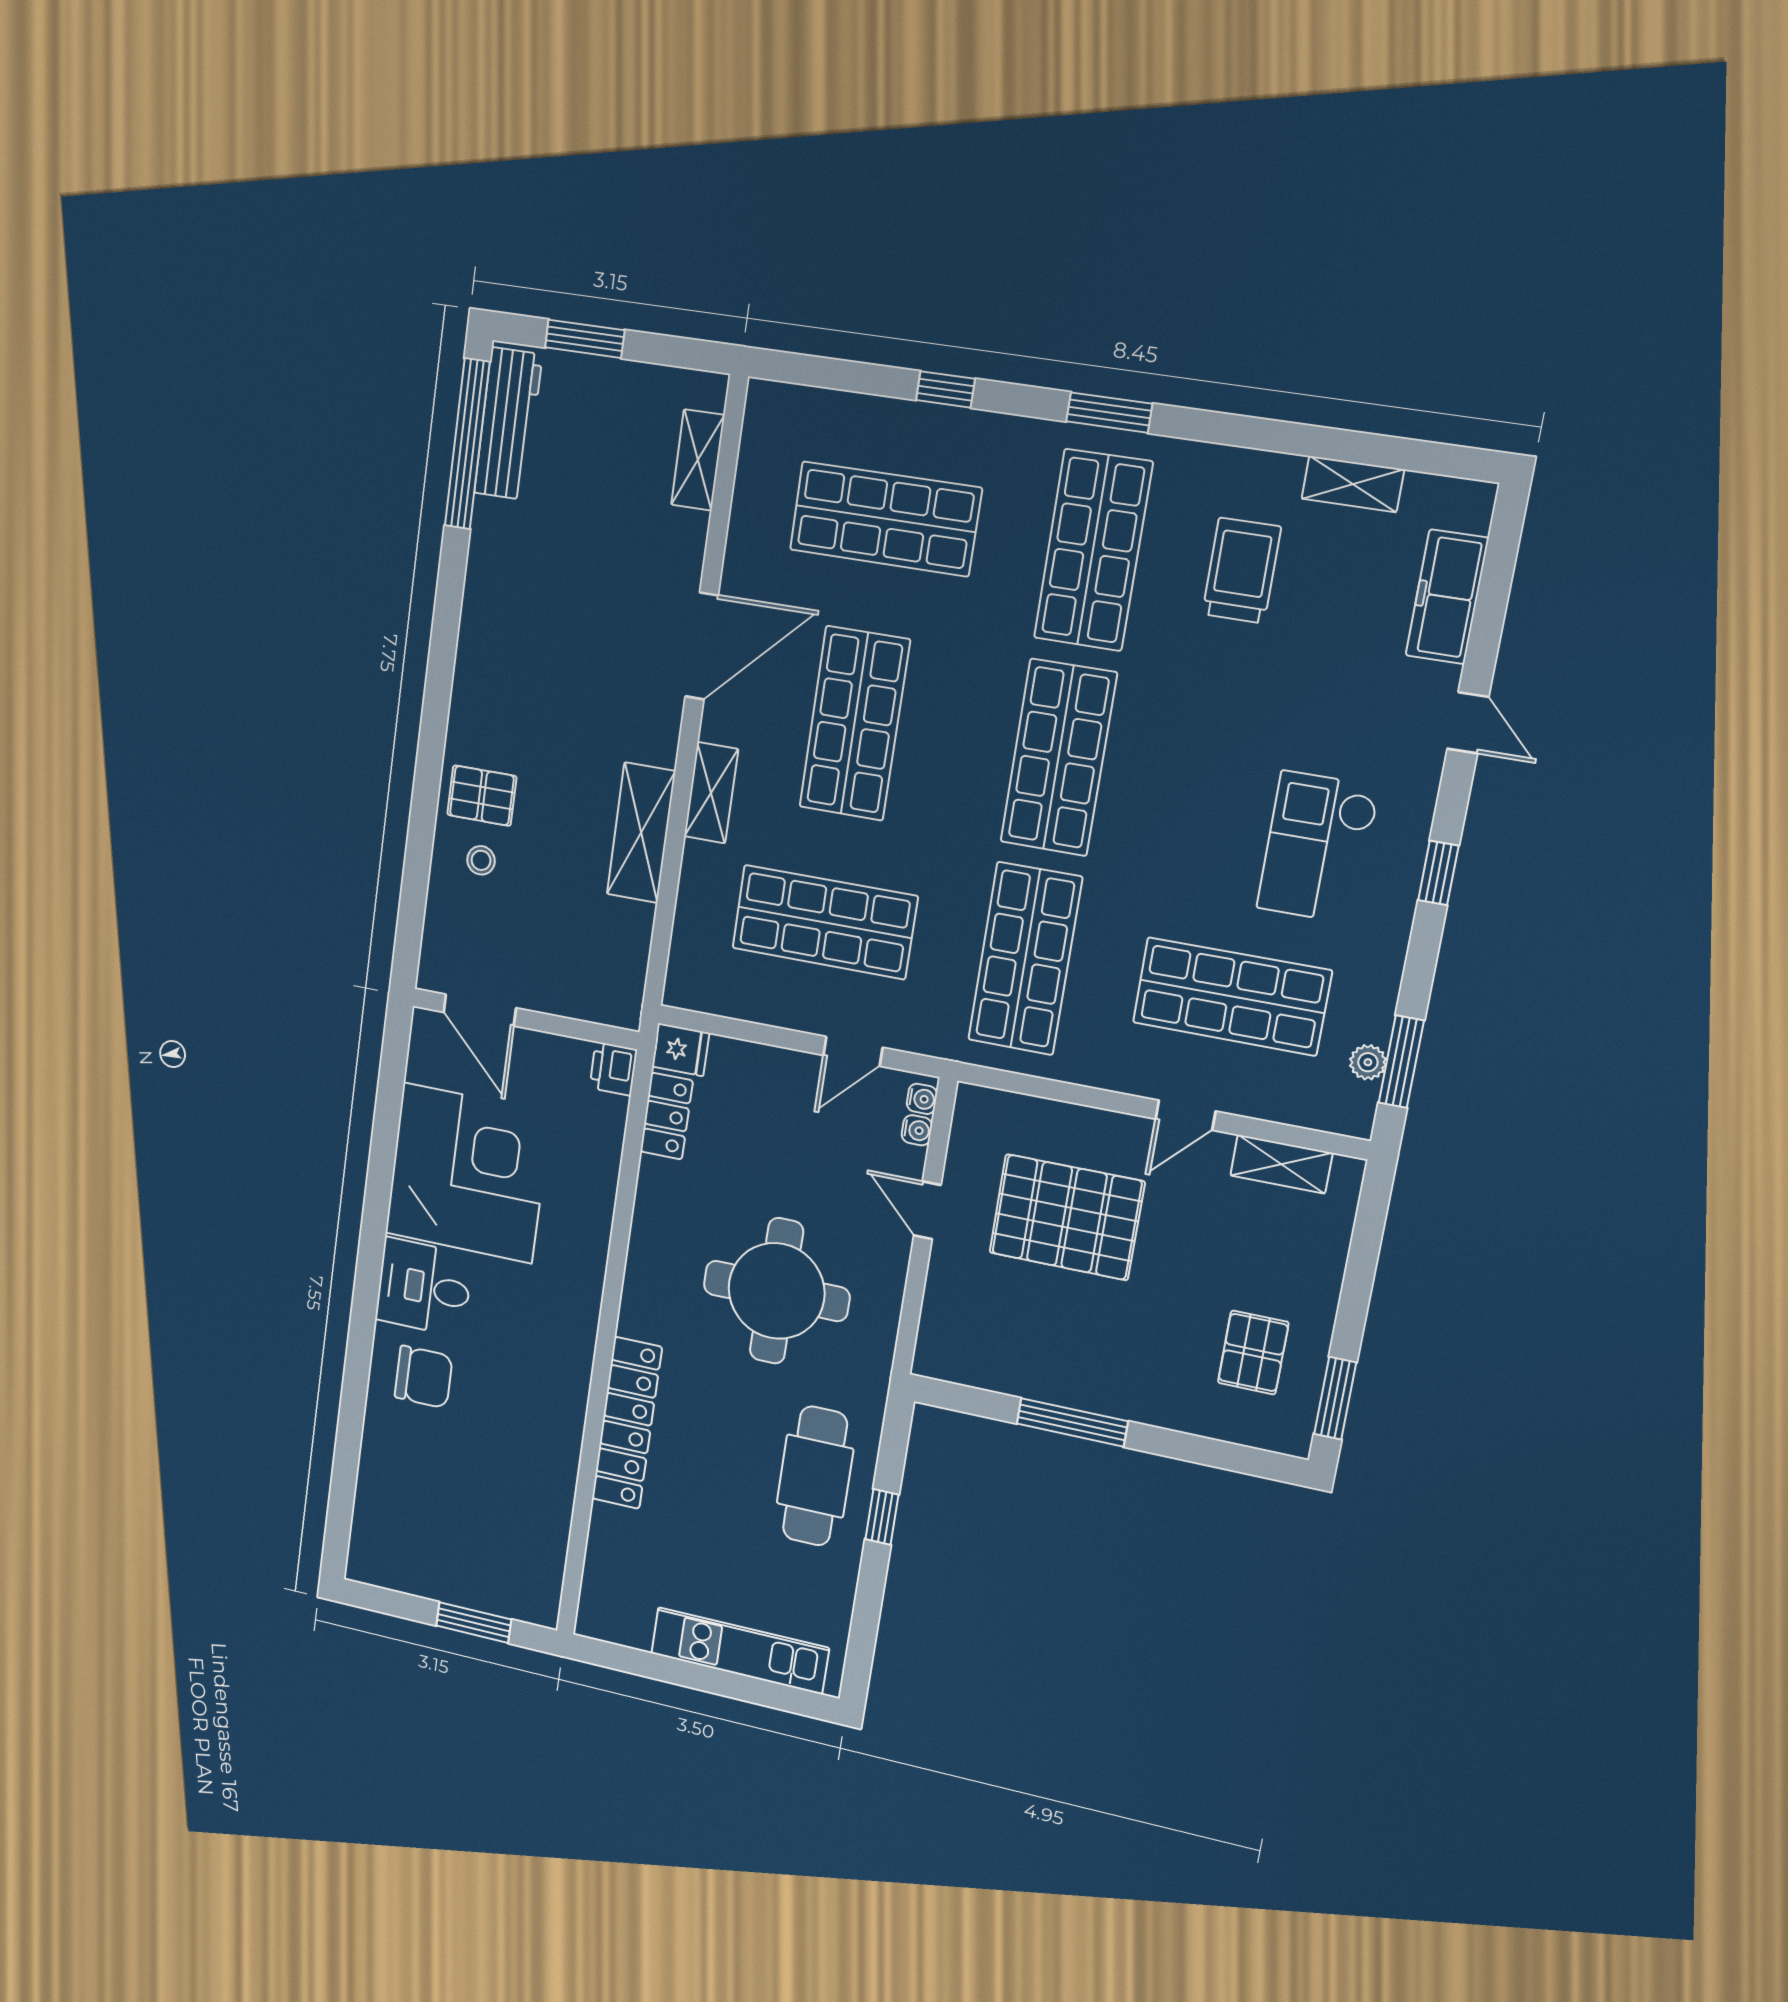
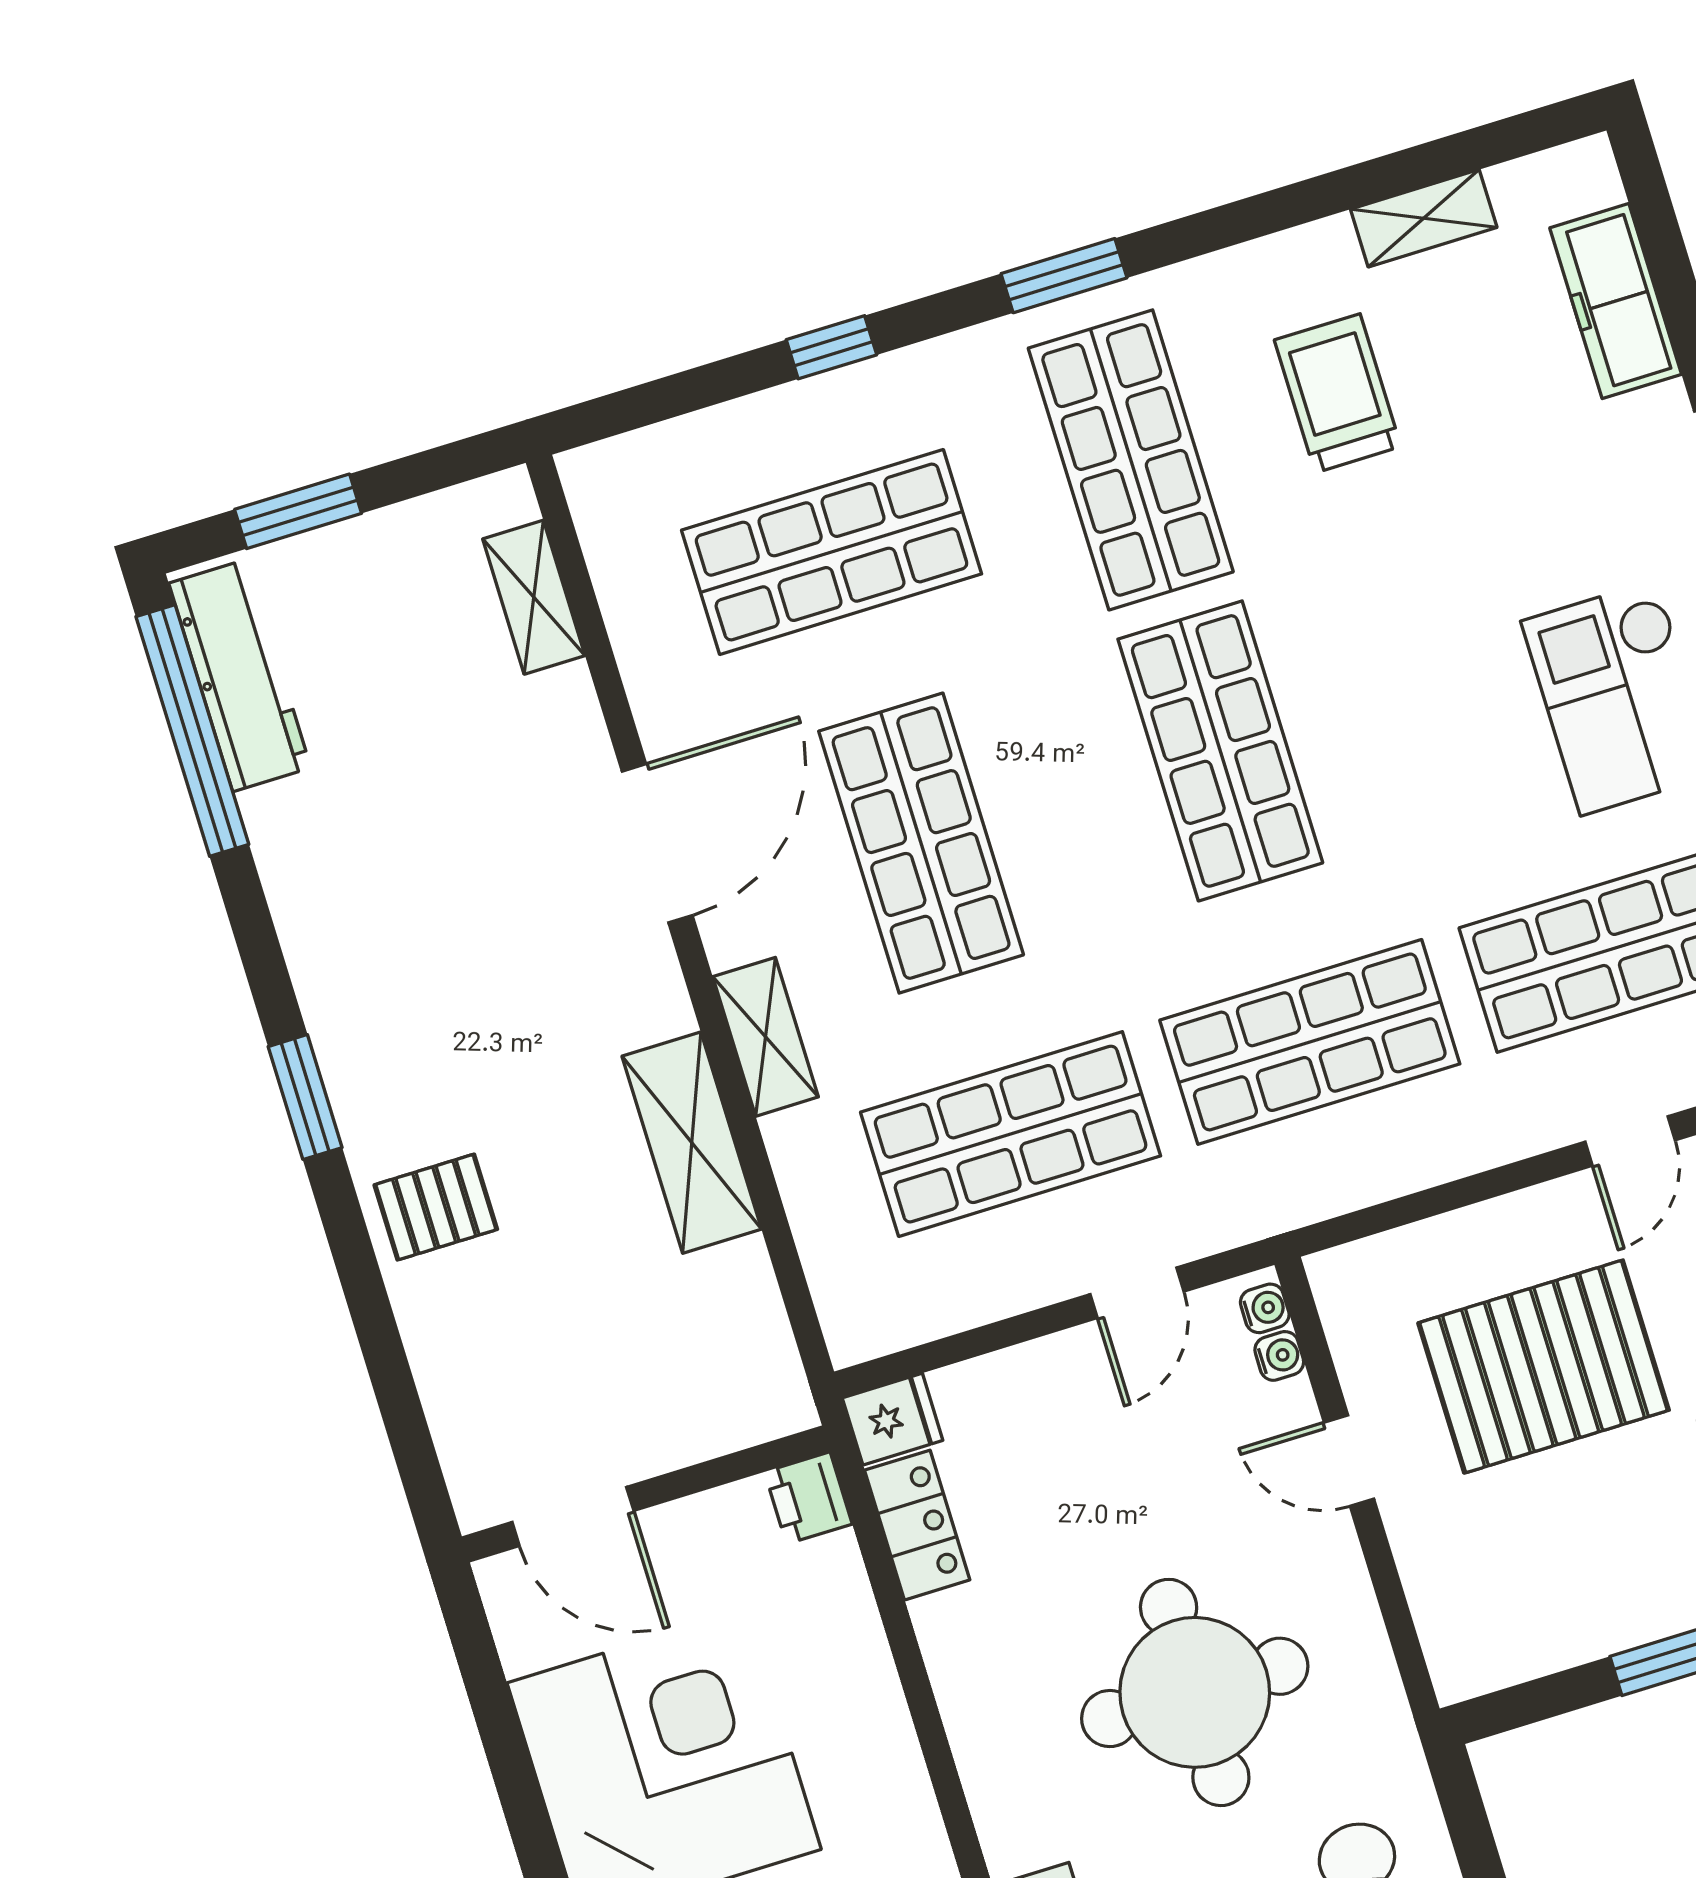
window: (437, 694) -> (305, 1097), added
stool: (481, 860) -> (476, 1300), removed
shop shelf: (1025, 959) -> (1310, 1042), turned 90

